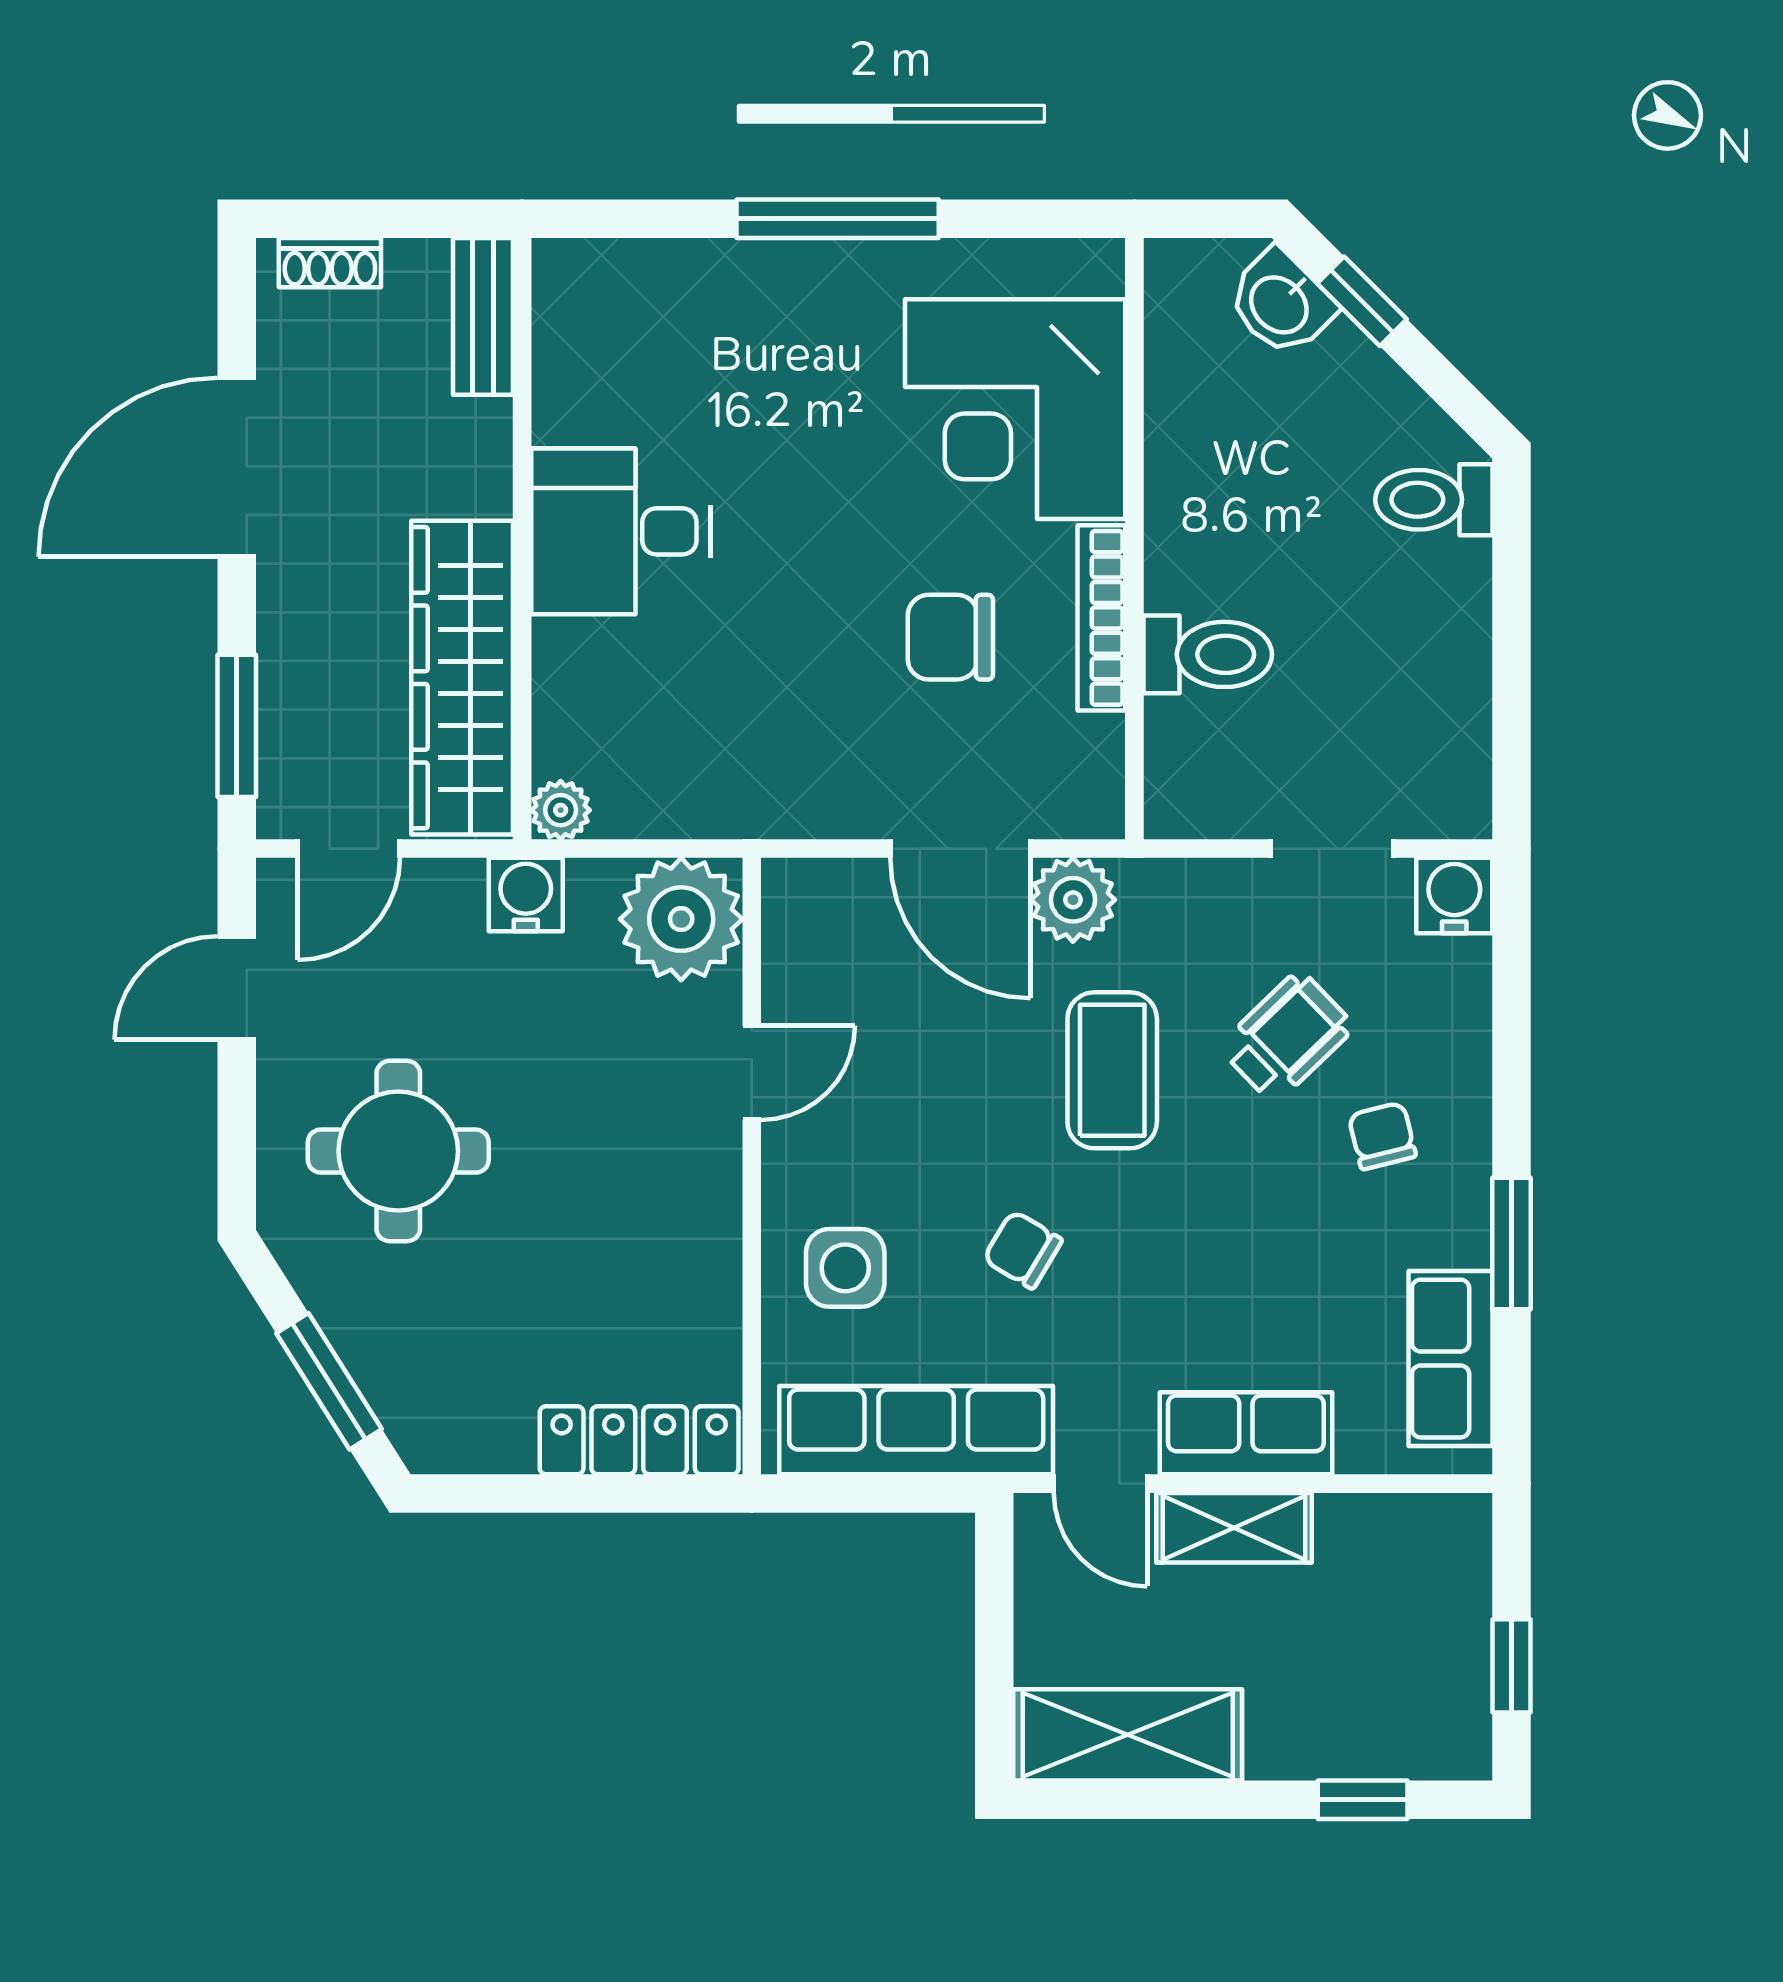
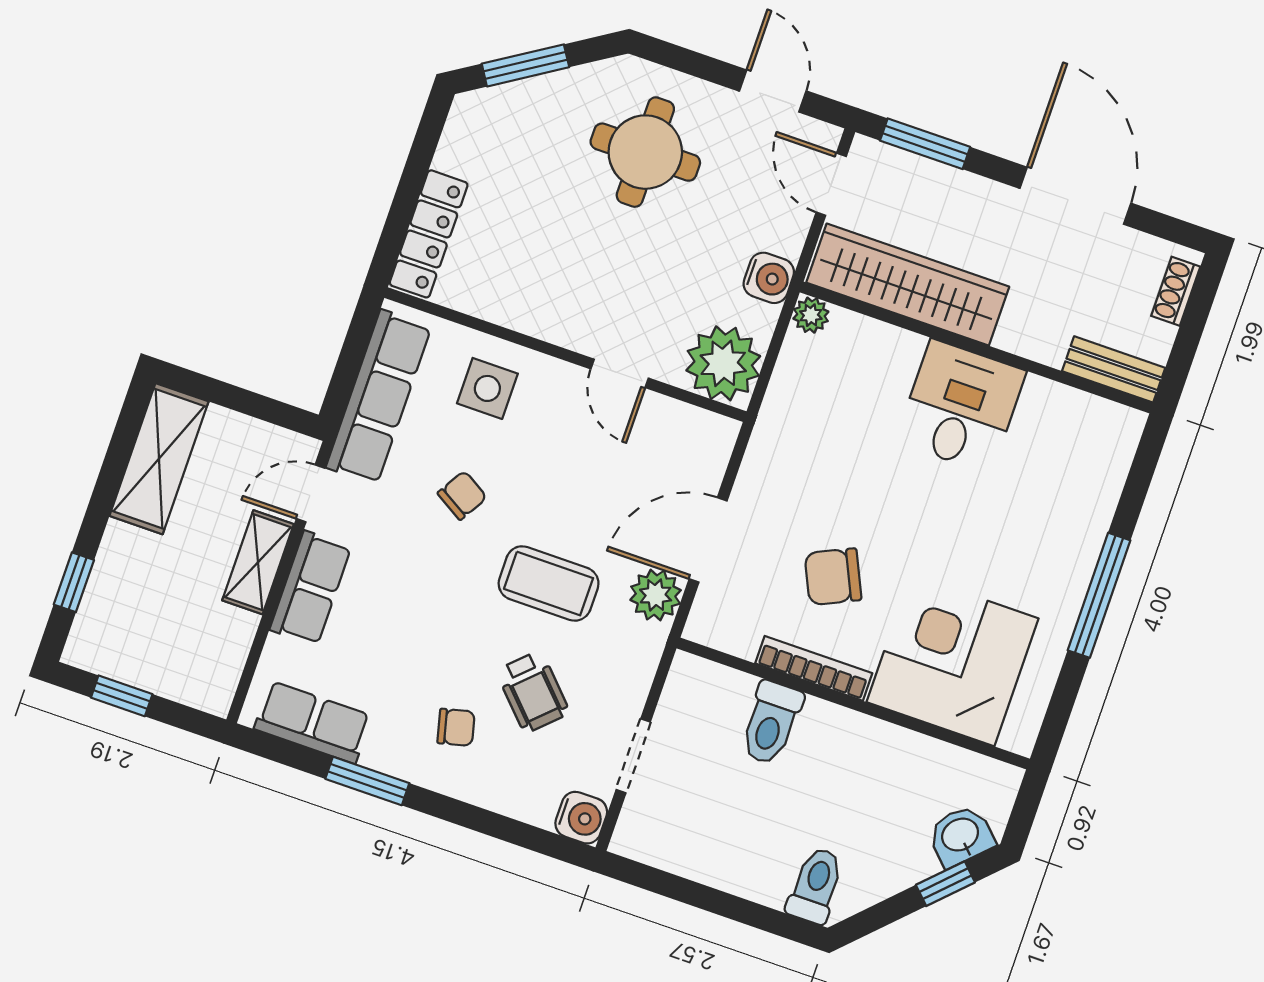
chair: (950, 637) -> (833, 577), turned -115

